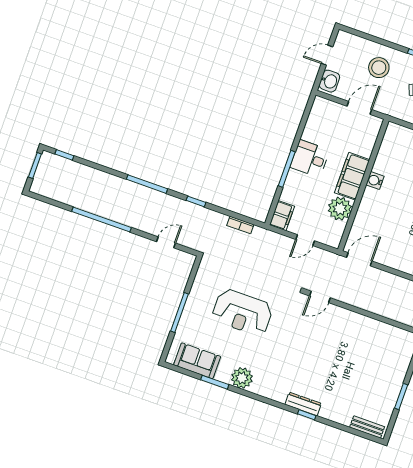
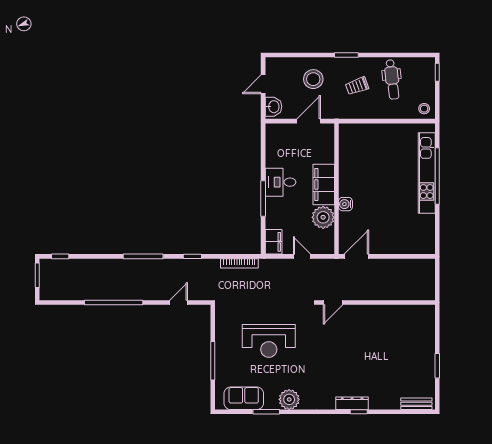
water cooler: (375, 181) -> (345, 204), moved
bookcase: (240, 225) -> (239, 263), width x1.56
door: (305, 240) -> (302, 256), swing flipped

